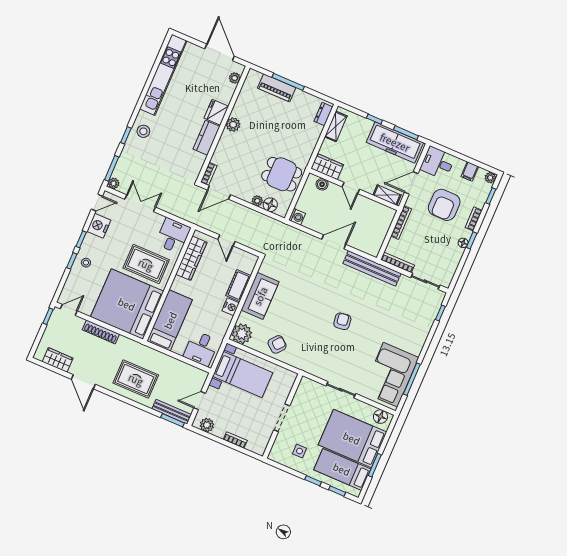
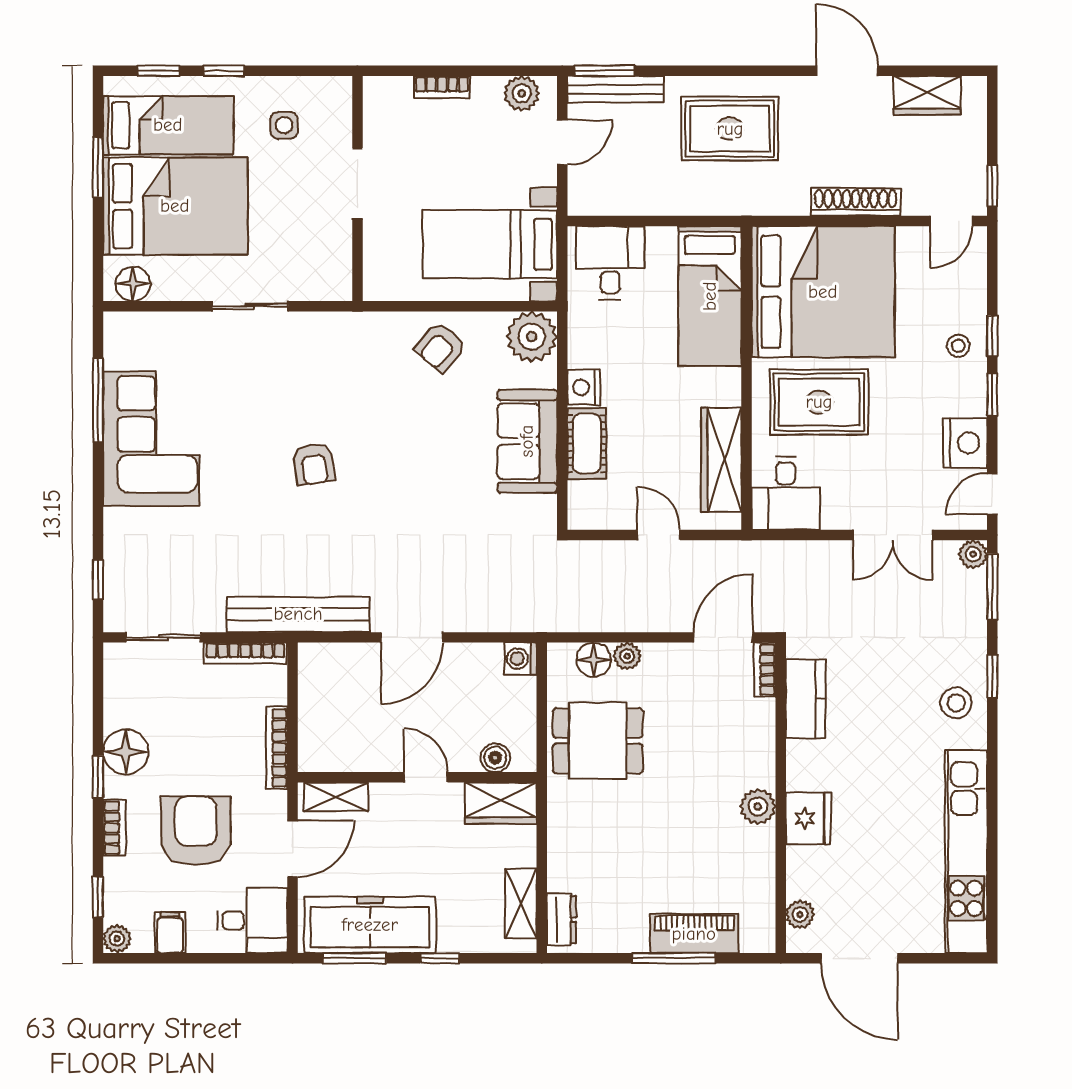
kitchen counter: (206, 138) -> (806, 698), moved
floor lamp: (463, 243) -> (126, 752), width x1.89, depth x1.89
corner sofa: (390, 375) -> (151, 439), moved

